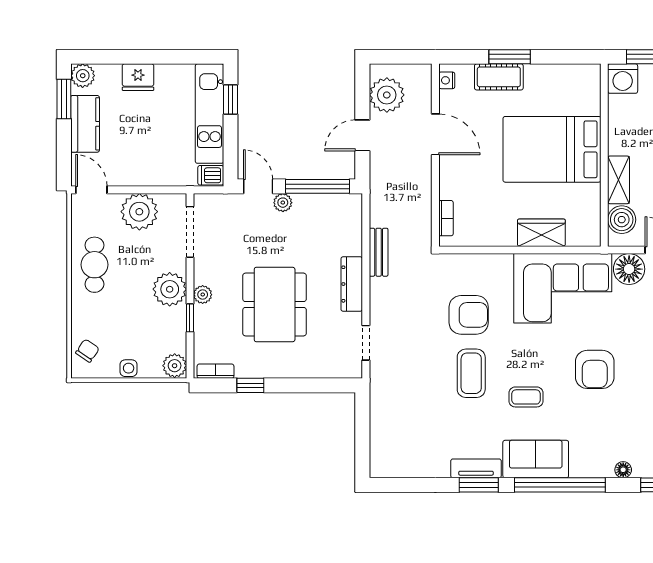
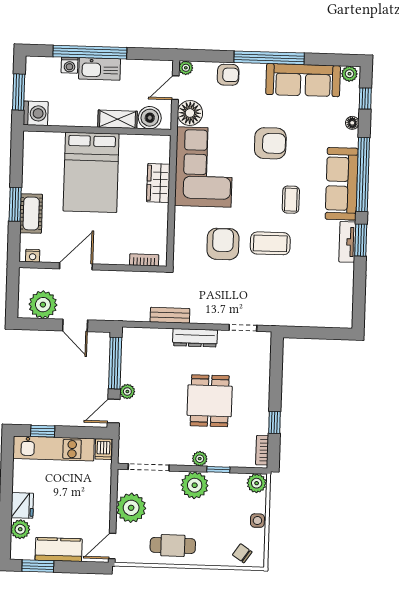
plant: (83, 76) -> (20, 529), moved
dining table: (275, 305) -> (210, 401), width x0.73
sofa: (536, 459) -> (342, 184), width x1.36

